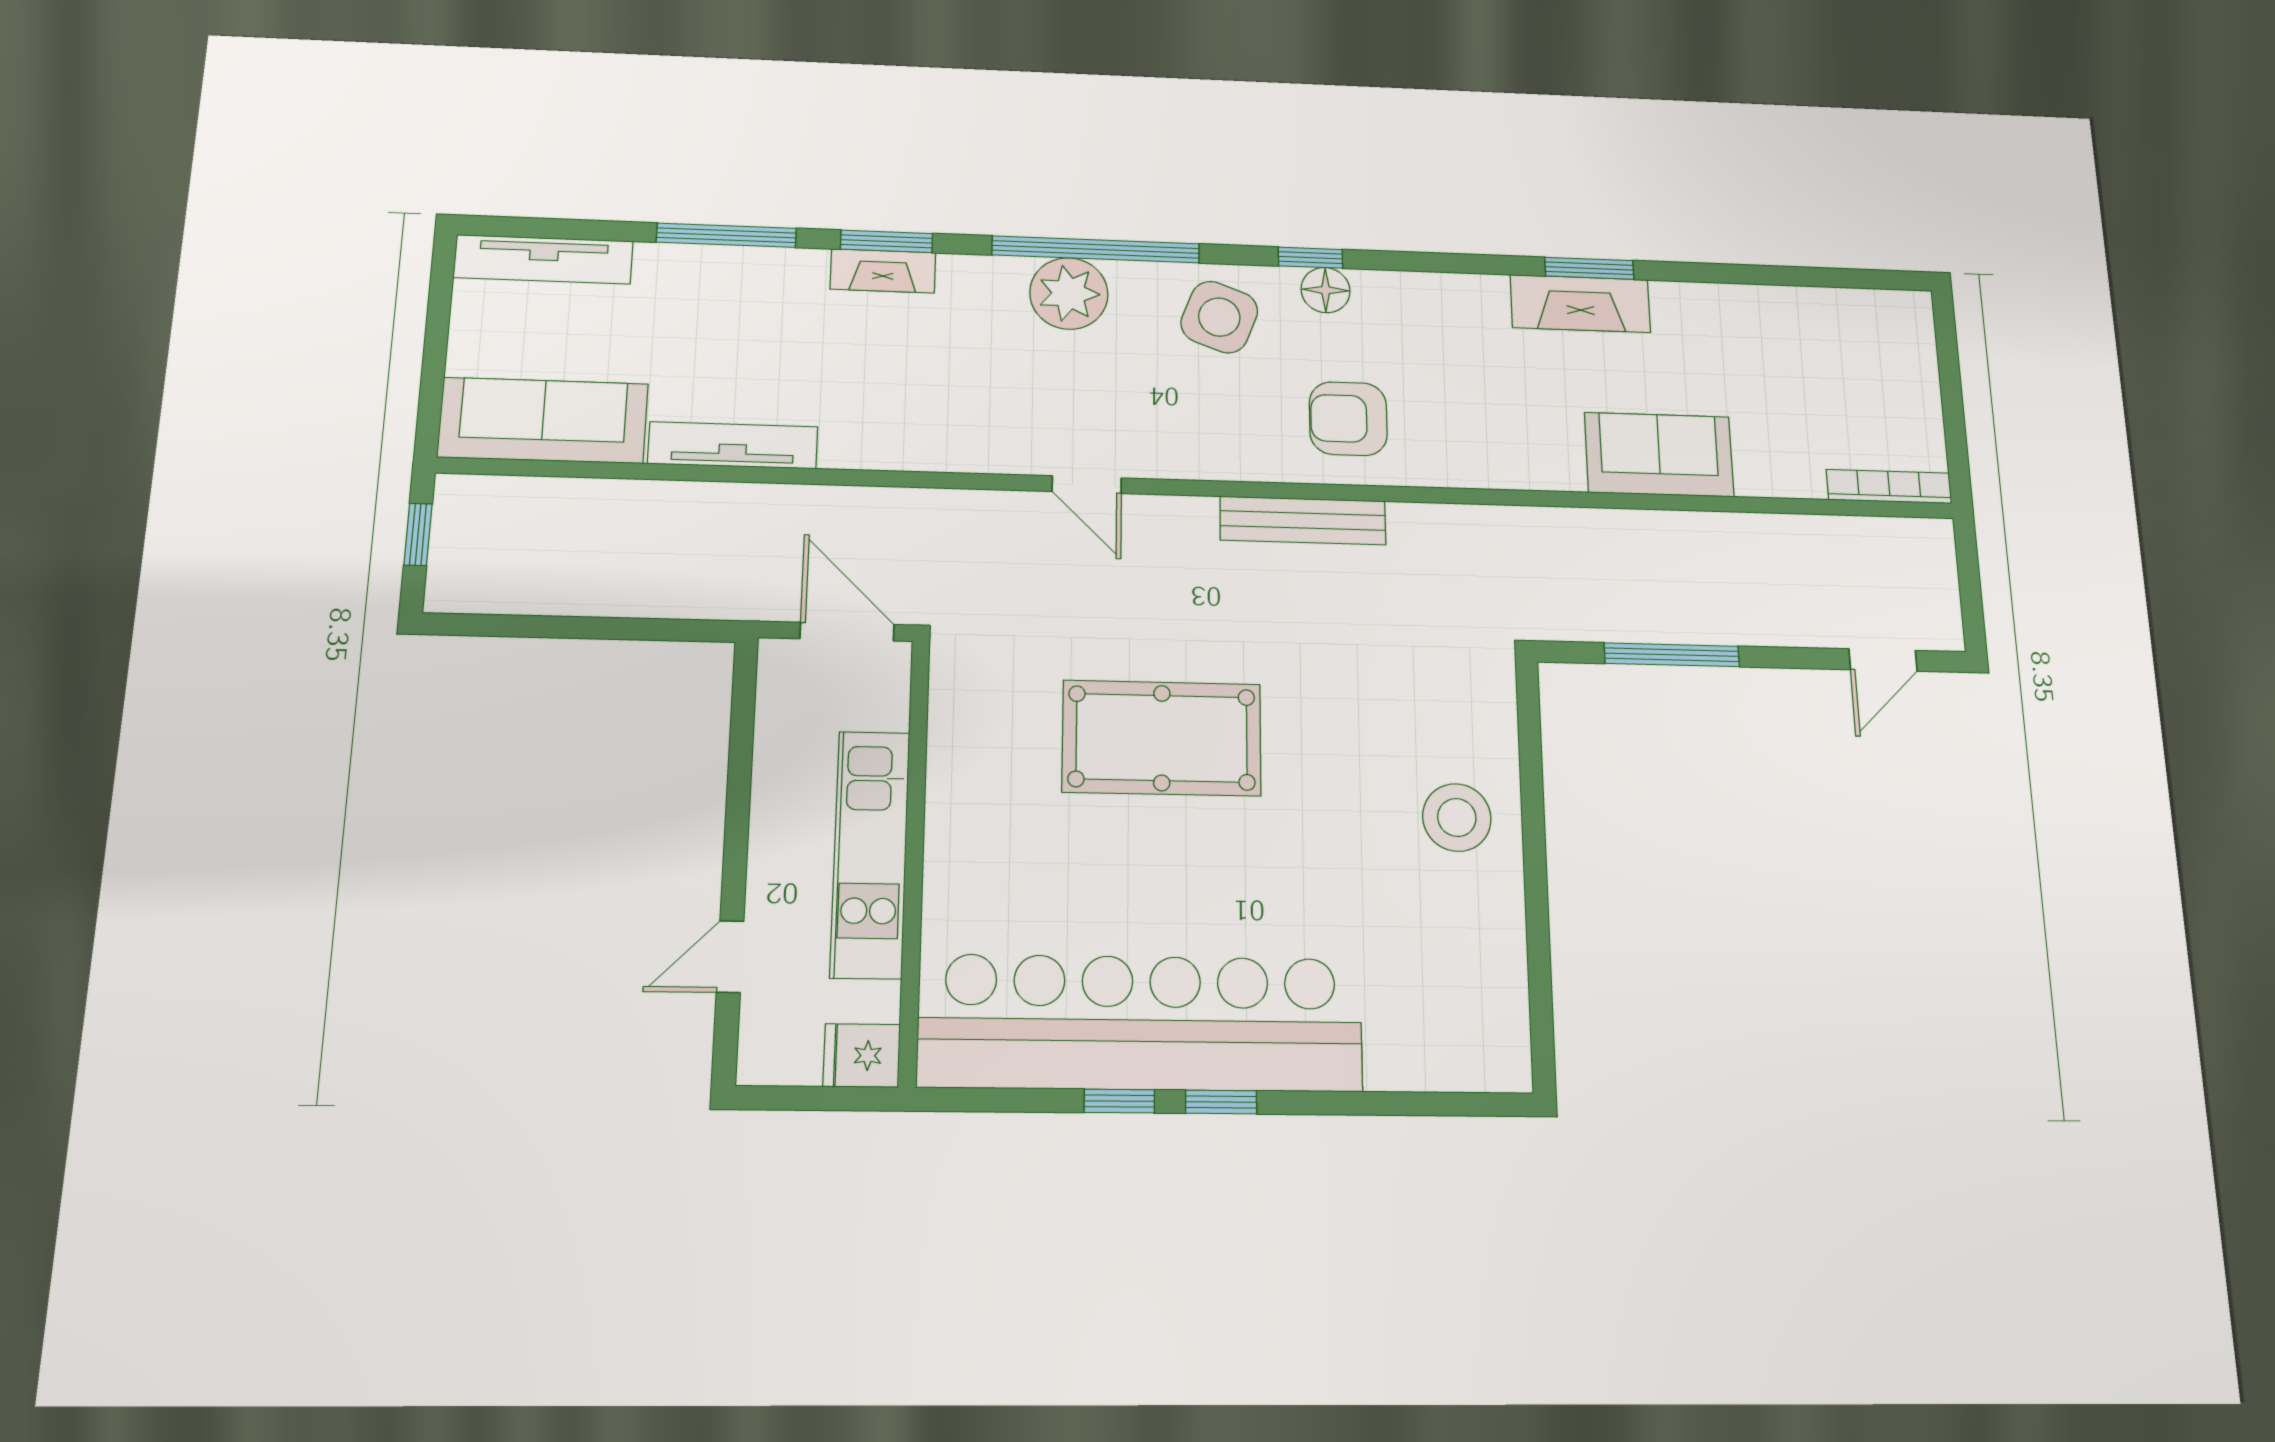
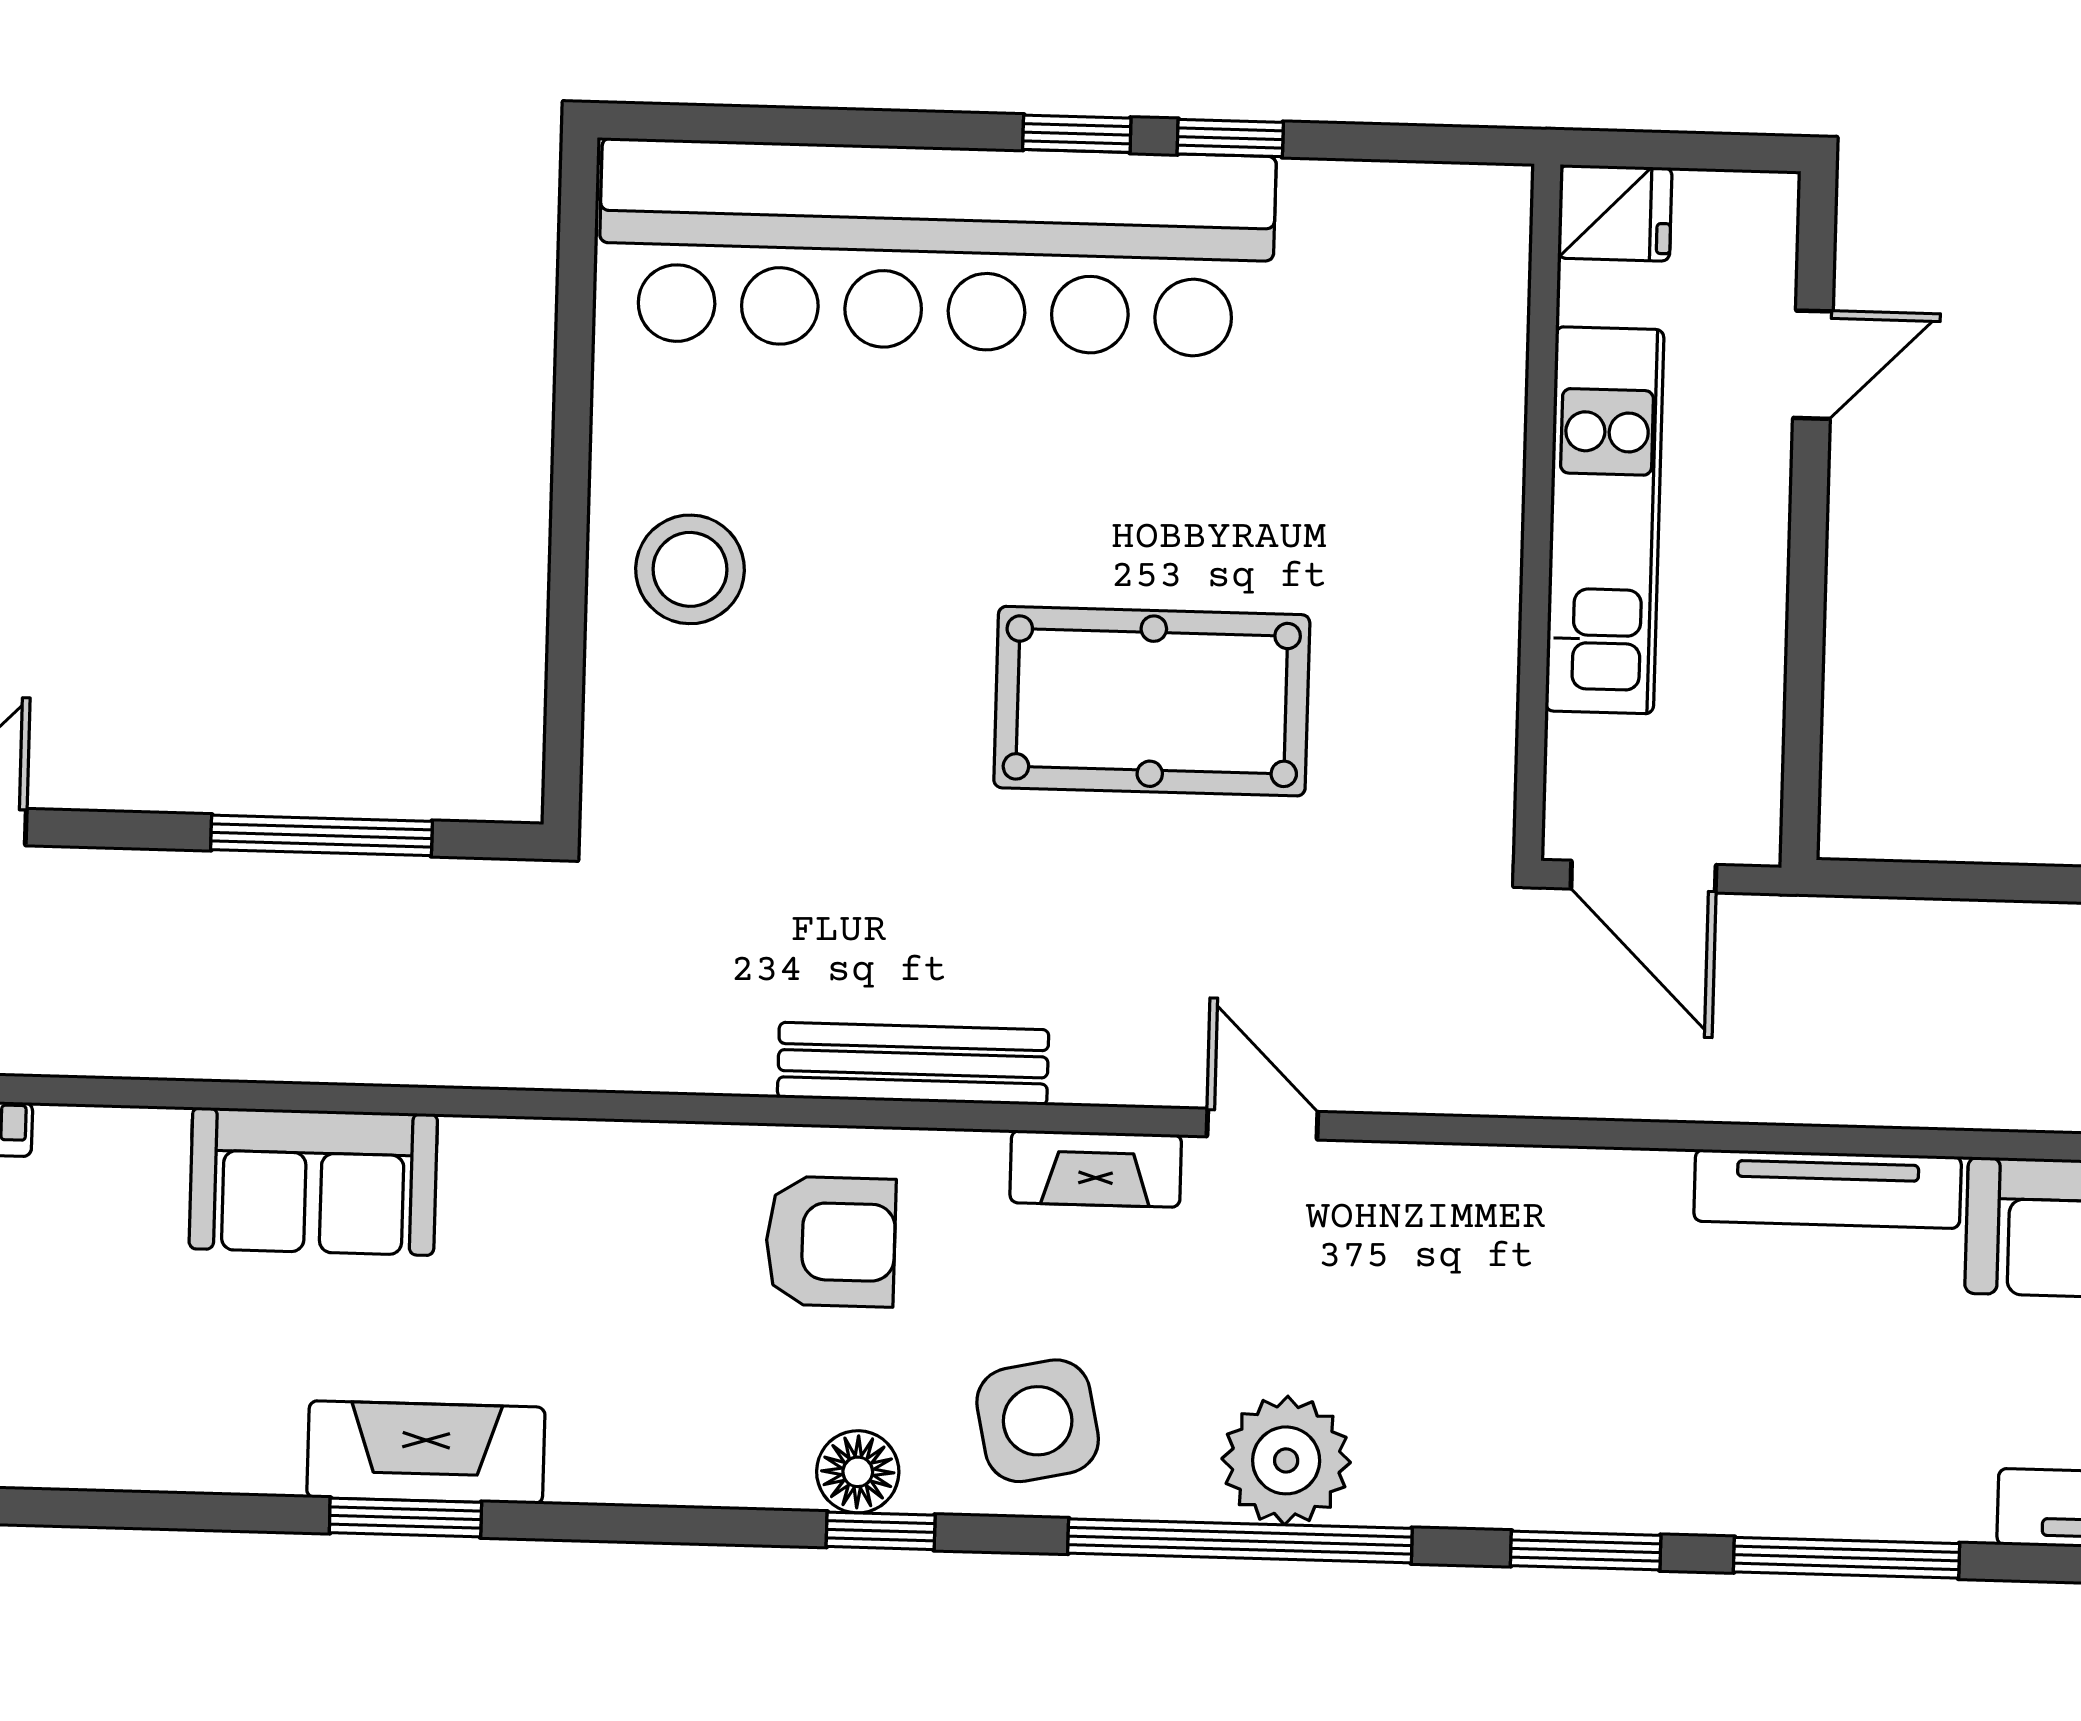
fireplace: (883, 271) -> (1096, 1169), moved, turned 180
side table: (1219, 317) -> (1038, 1421), turned -33
bar counter: (1141, 1023) -> (937, 248), moved

